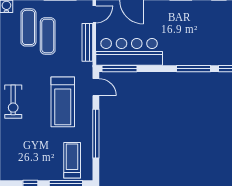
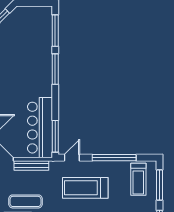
treadmill: (63, 102) -> (85, 188), turned 180
treadmill: (72, 160) -> (138, 179), turned -90

